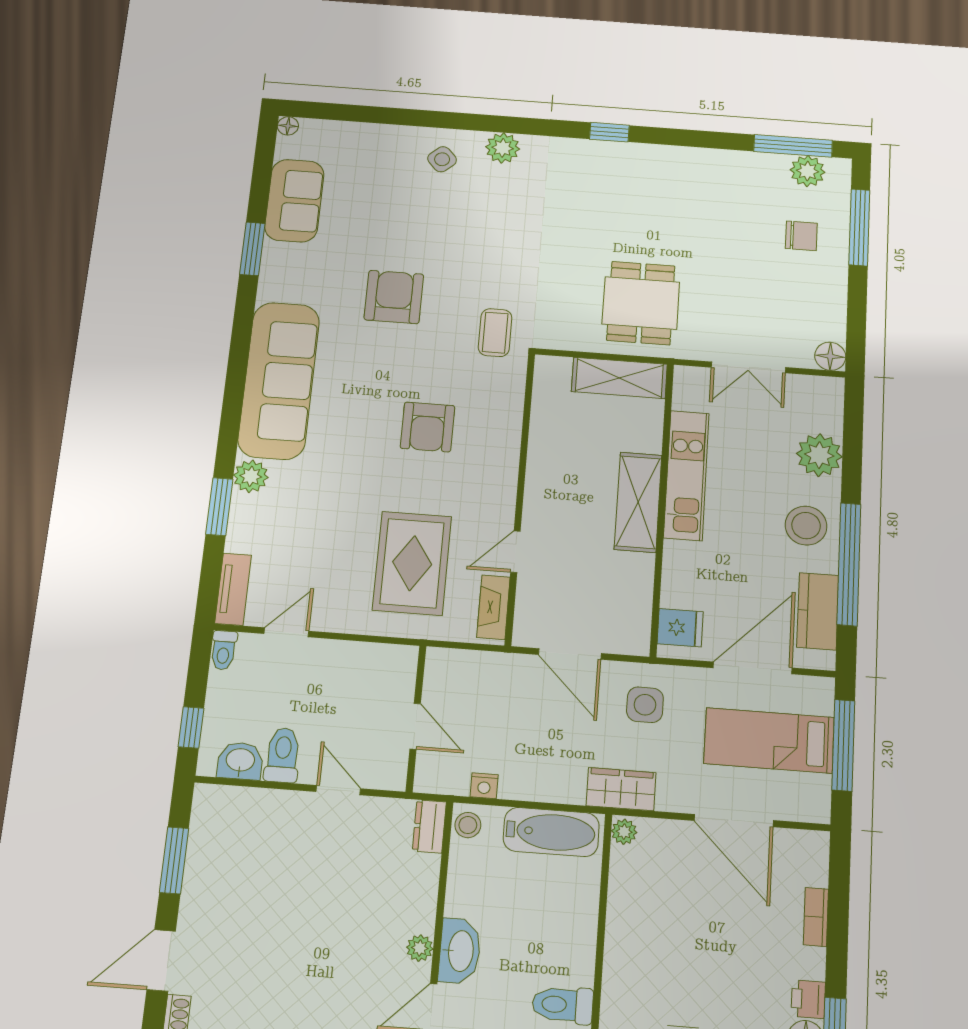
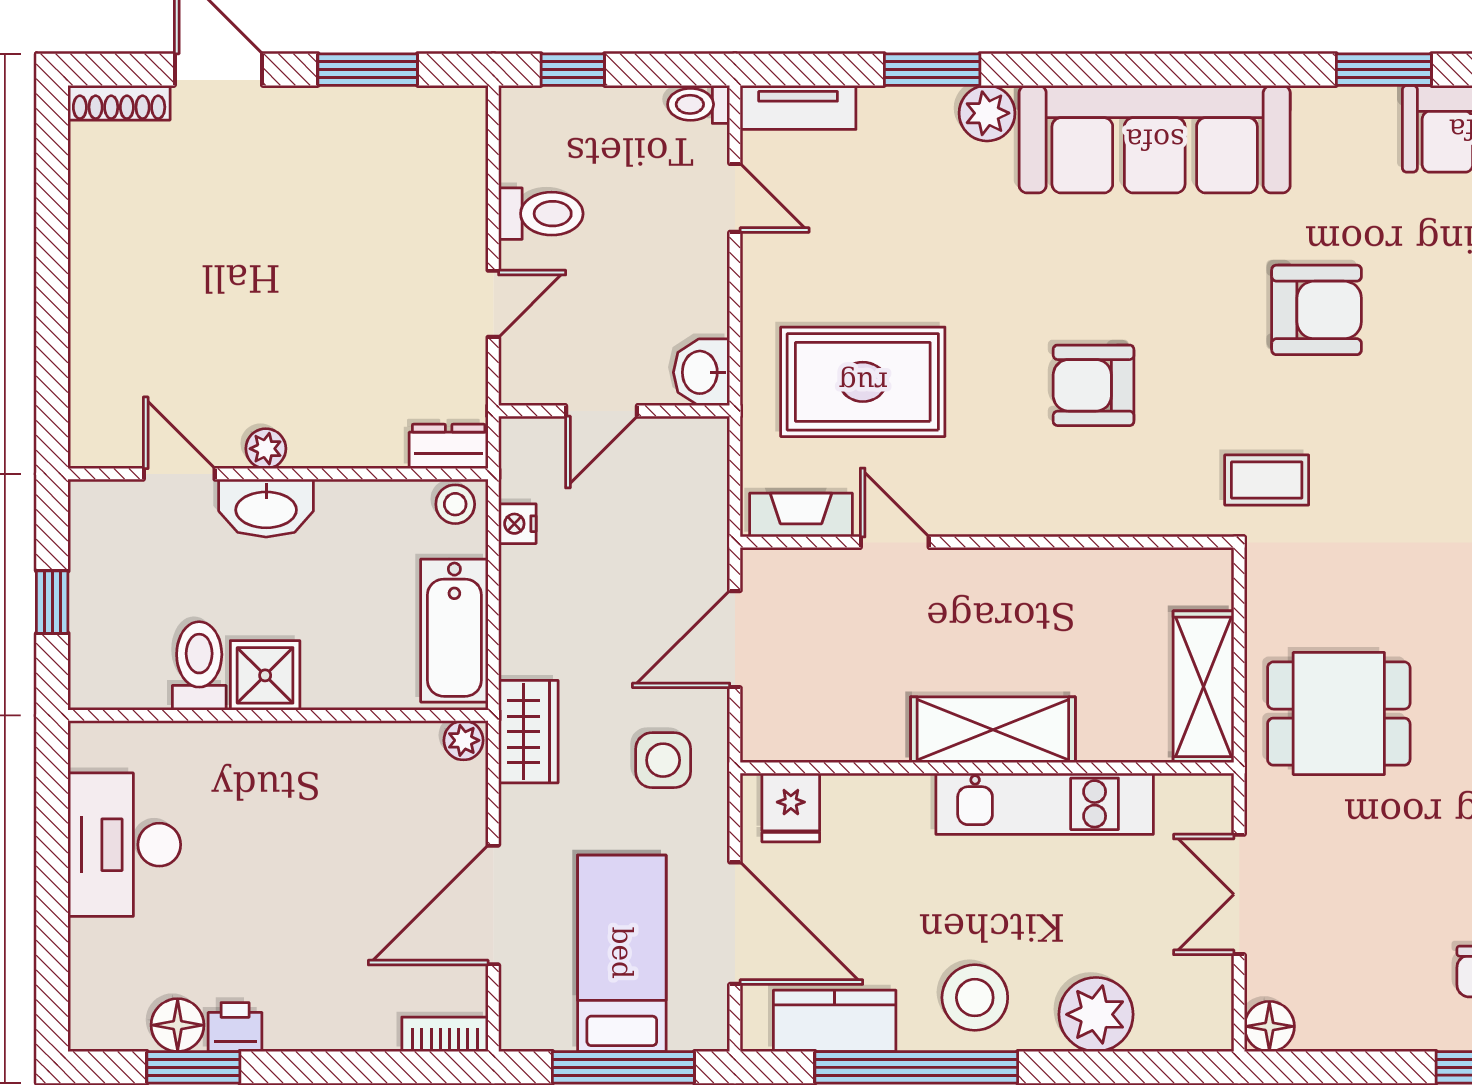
washbasin: (240, 761) -> (701, 372), moved, turned 180
bookcase: (816, 917) -> (445, 1034), moved
shower: (572, 960) -> (265, 675), added

